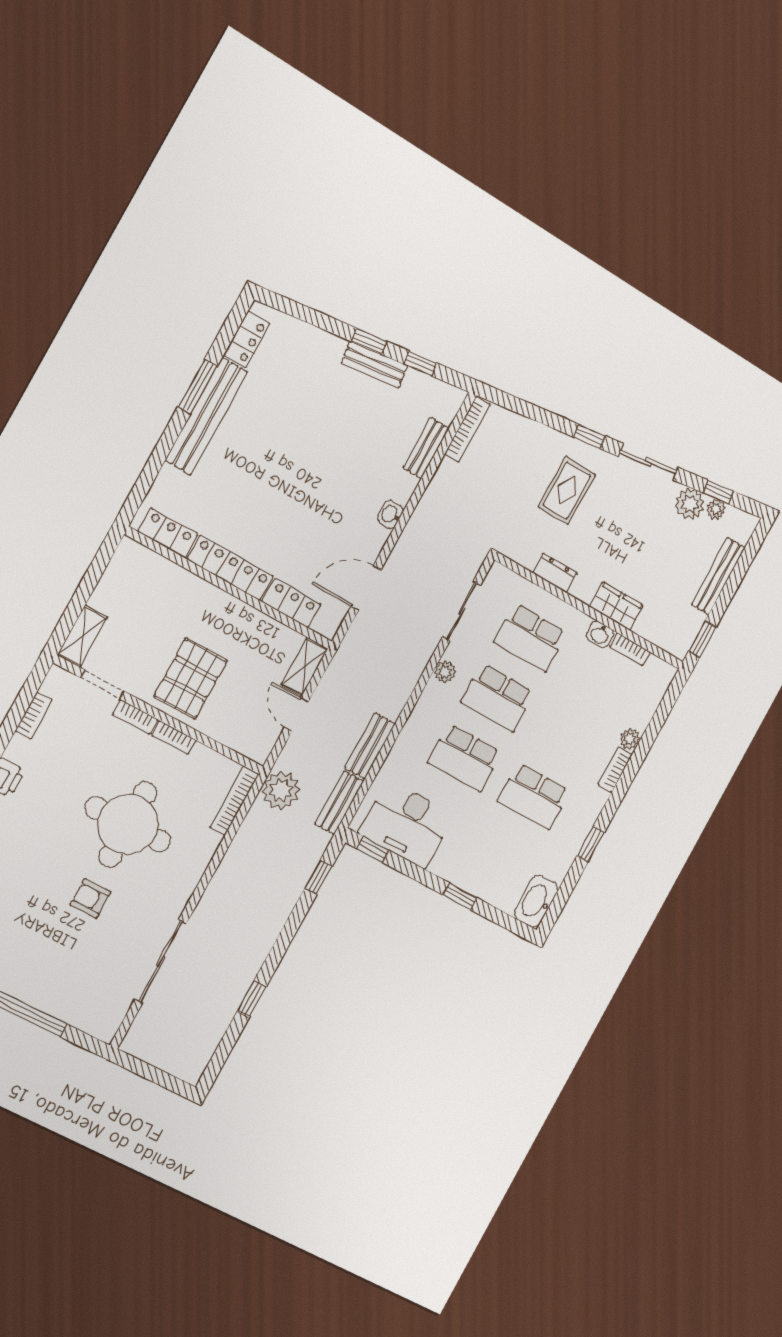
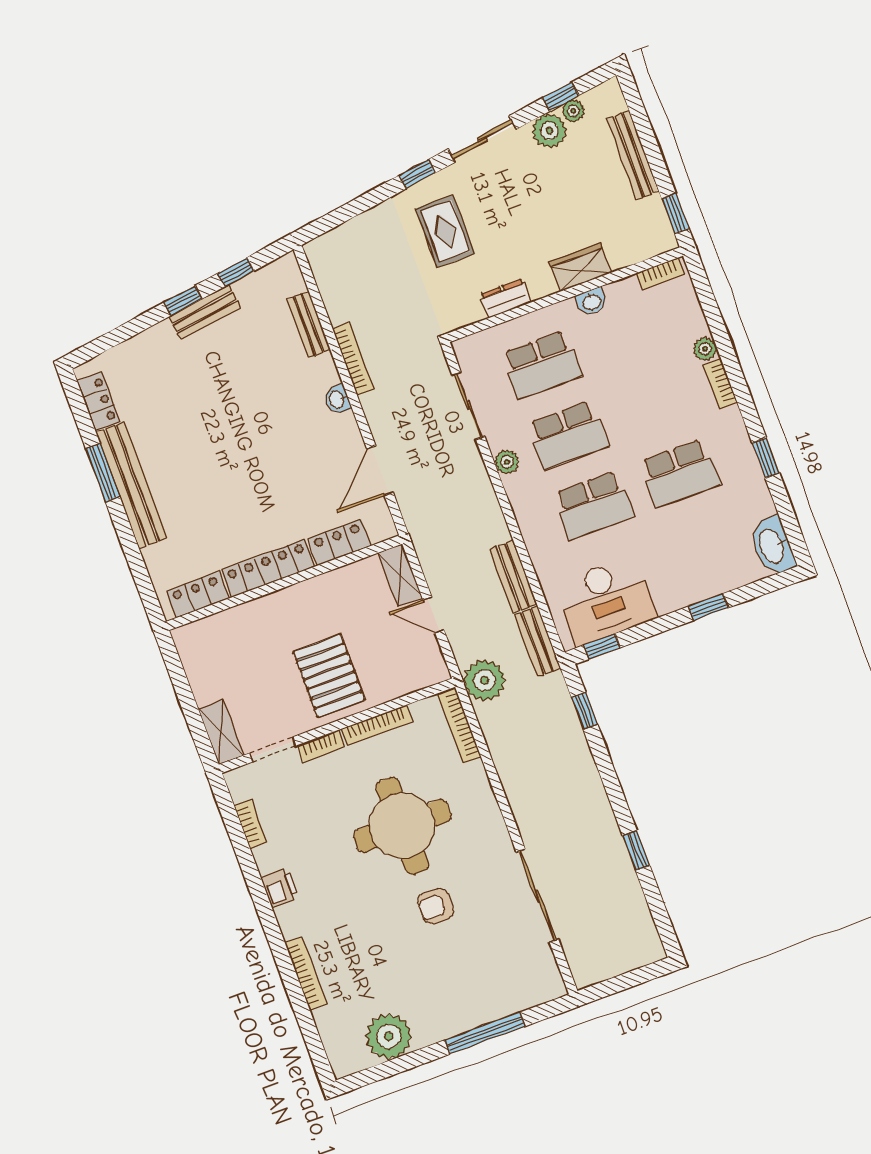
bookcase: (468, 429) -> (353, 359), moved
bookcase: (630, 649) -> (661, 274), moved
bookcase: (174, 738) -> (377, 725), width x1.56

